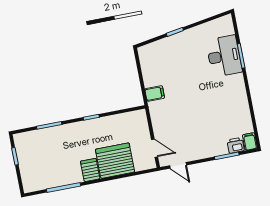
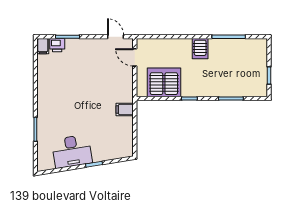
desk: (224, 56) -> (72, 151), moved, turned -99
server rack: (115, 161) -> (164, 82), moved, turned 180

